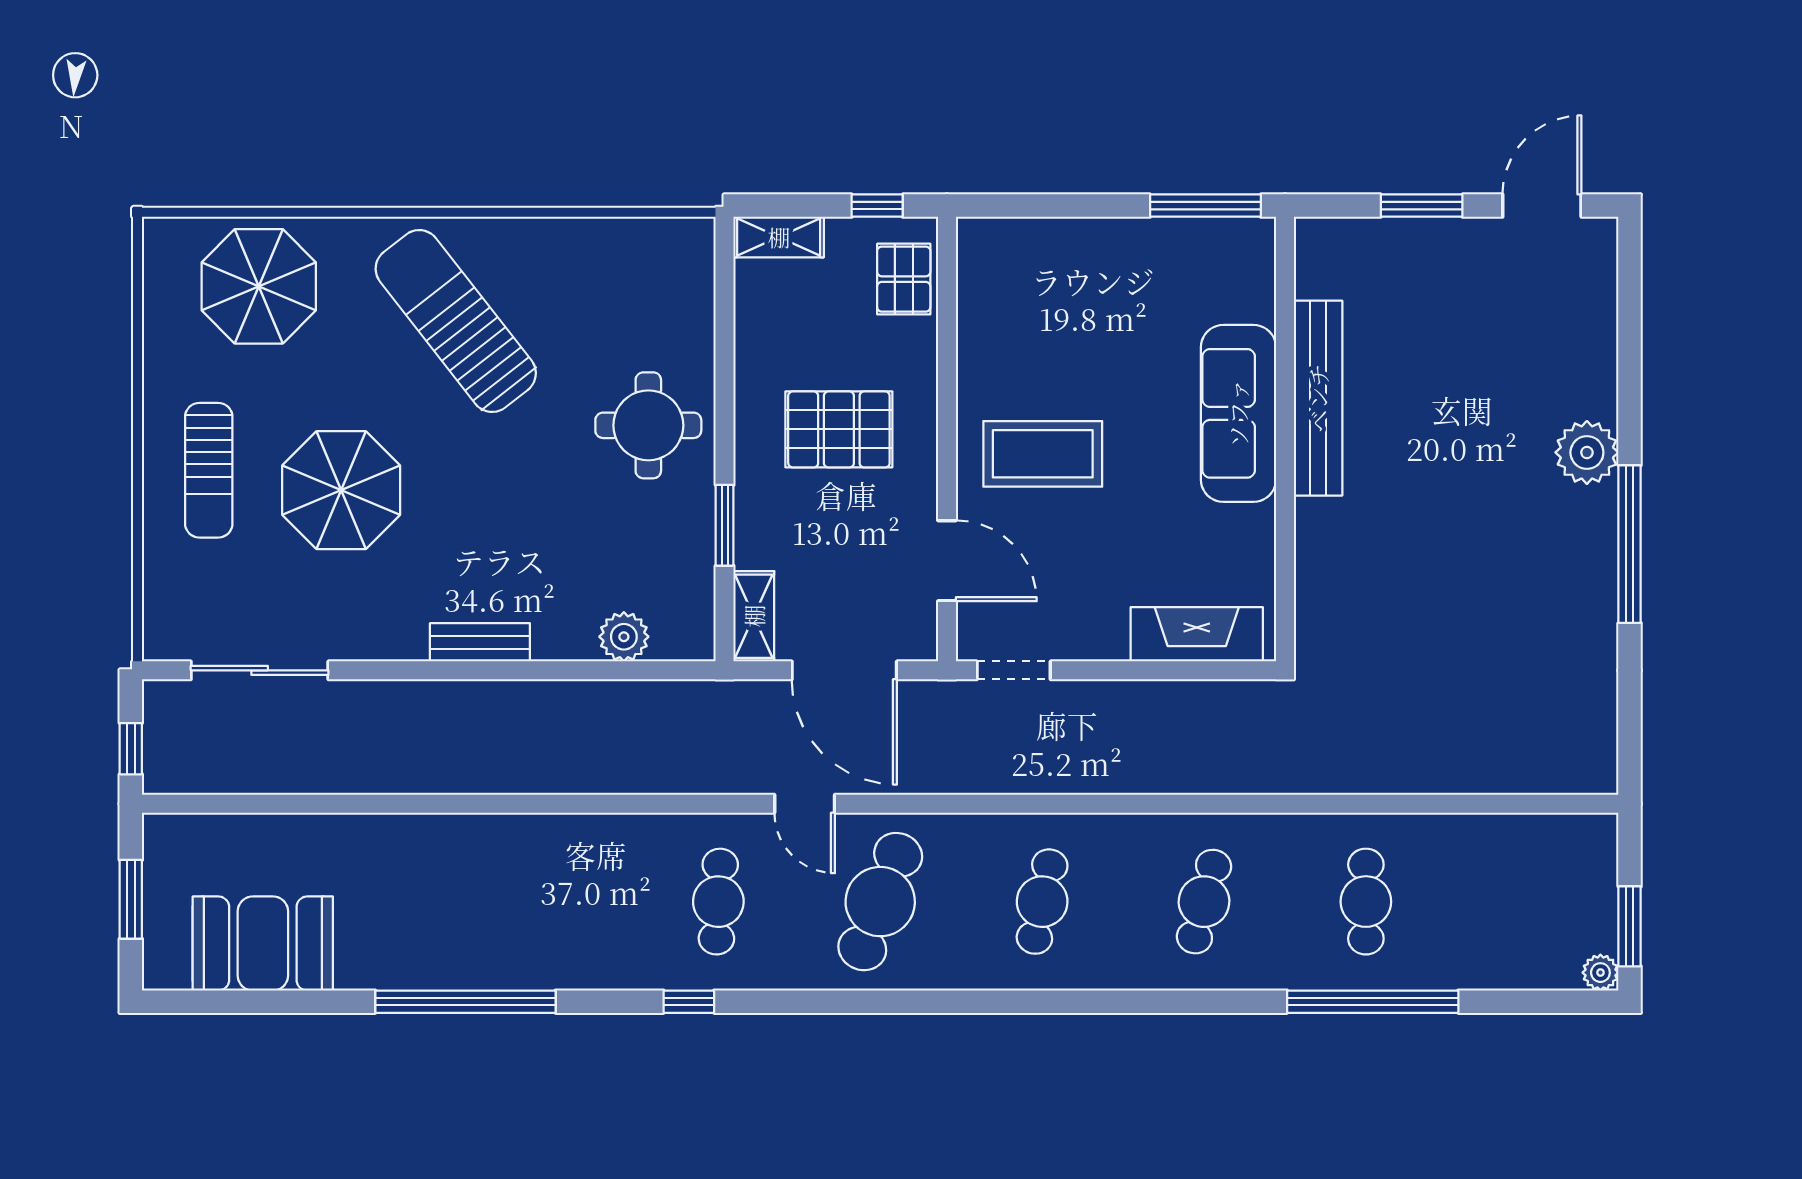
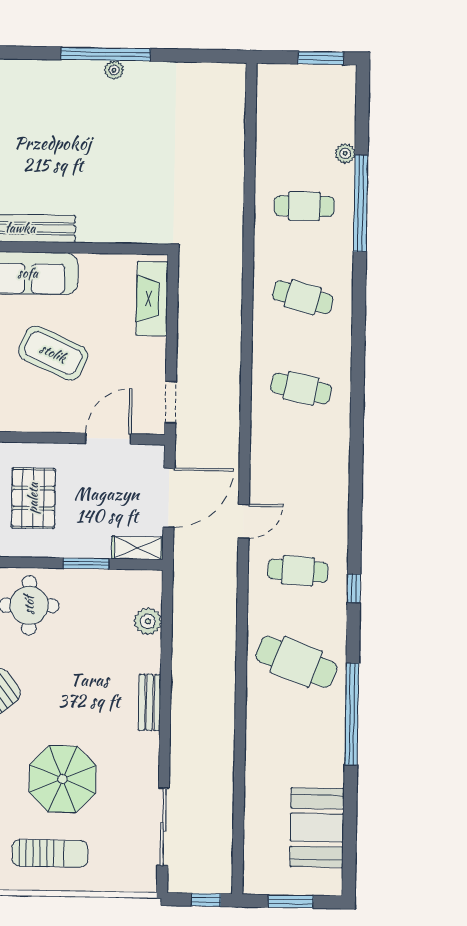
plant: (1587, 452) -> (114, 70), moved, width x0.53, depth x0.53
coffee table: (1043, 454) -> (53, 353), moved, turned -66
cafe table: (880, 902) -> (296, 662), moved
plant: (1600, 973) -> (345, 153), moved

